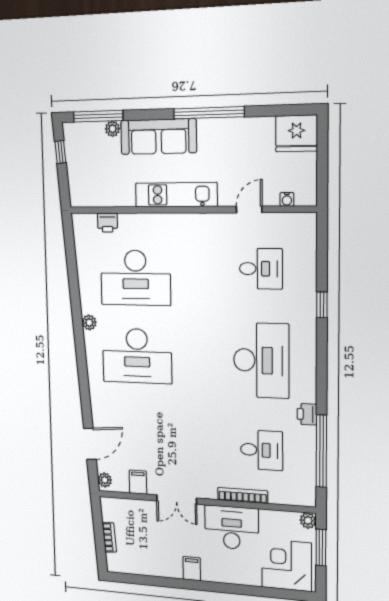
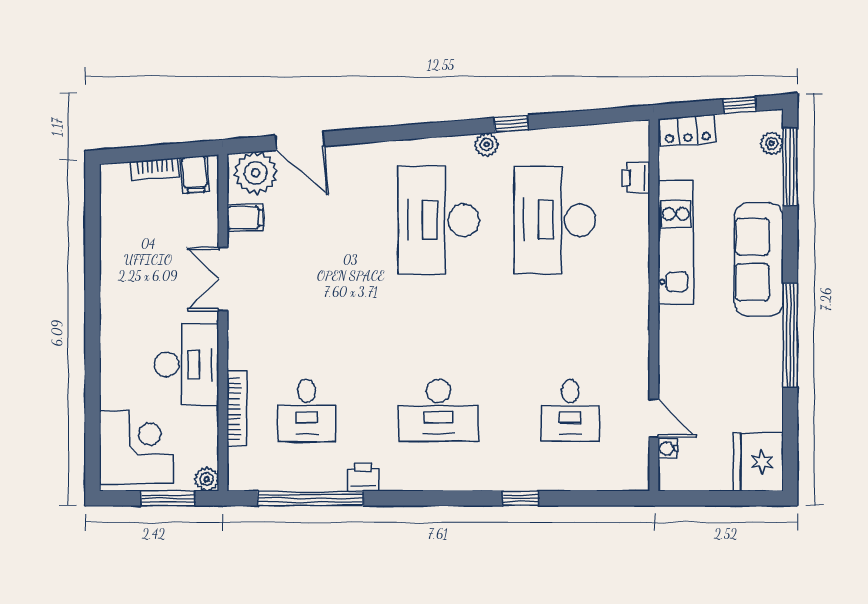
plant: (112, 129) -> (772, 143), moved
locker: (77, 188) -> (687, 130), added
kitchen unit: (176, 195) -> (676, 242), moved
door: (249, 209) -> (654, 418), moved
window: (76, 306) -> (511, 124), added
desk: (261, 360) -> (438, 410), width x0.73, depth x0.77
plant: (105, 480) -> (256, 173), width x1.88, depth x1.88
bookcase: (243, 495) -> (237, 409), moved
filing cabinet: (192, 569) -> (195, 175), moved, turned 85

